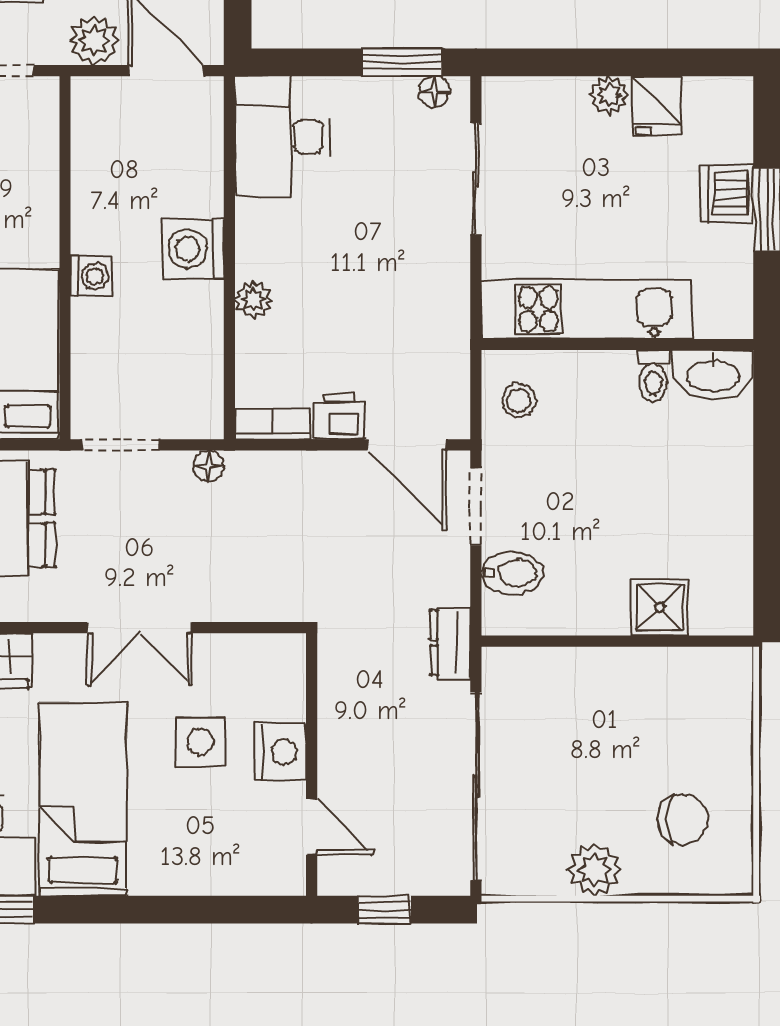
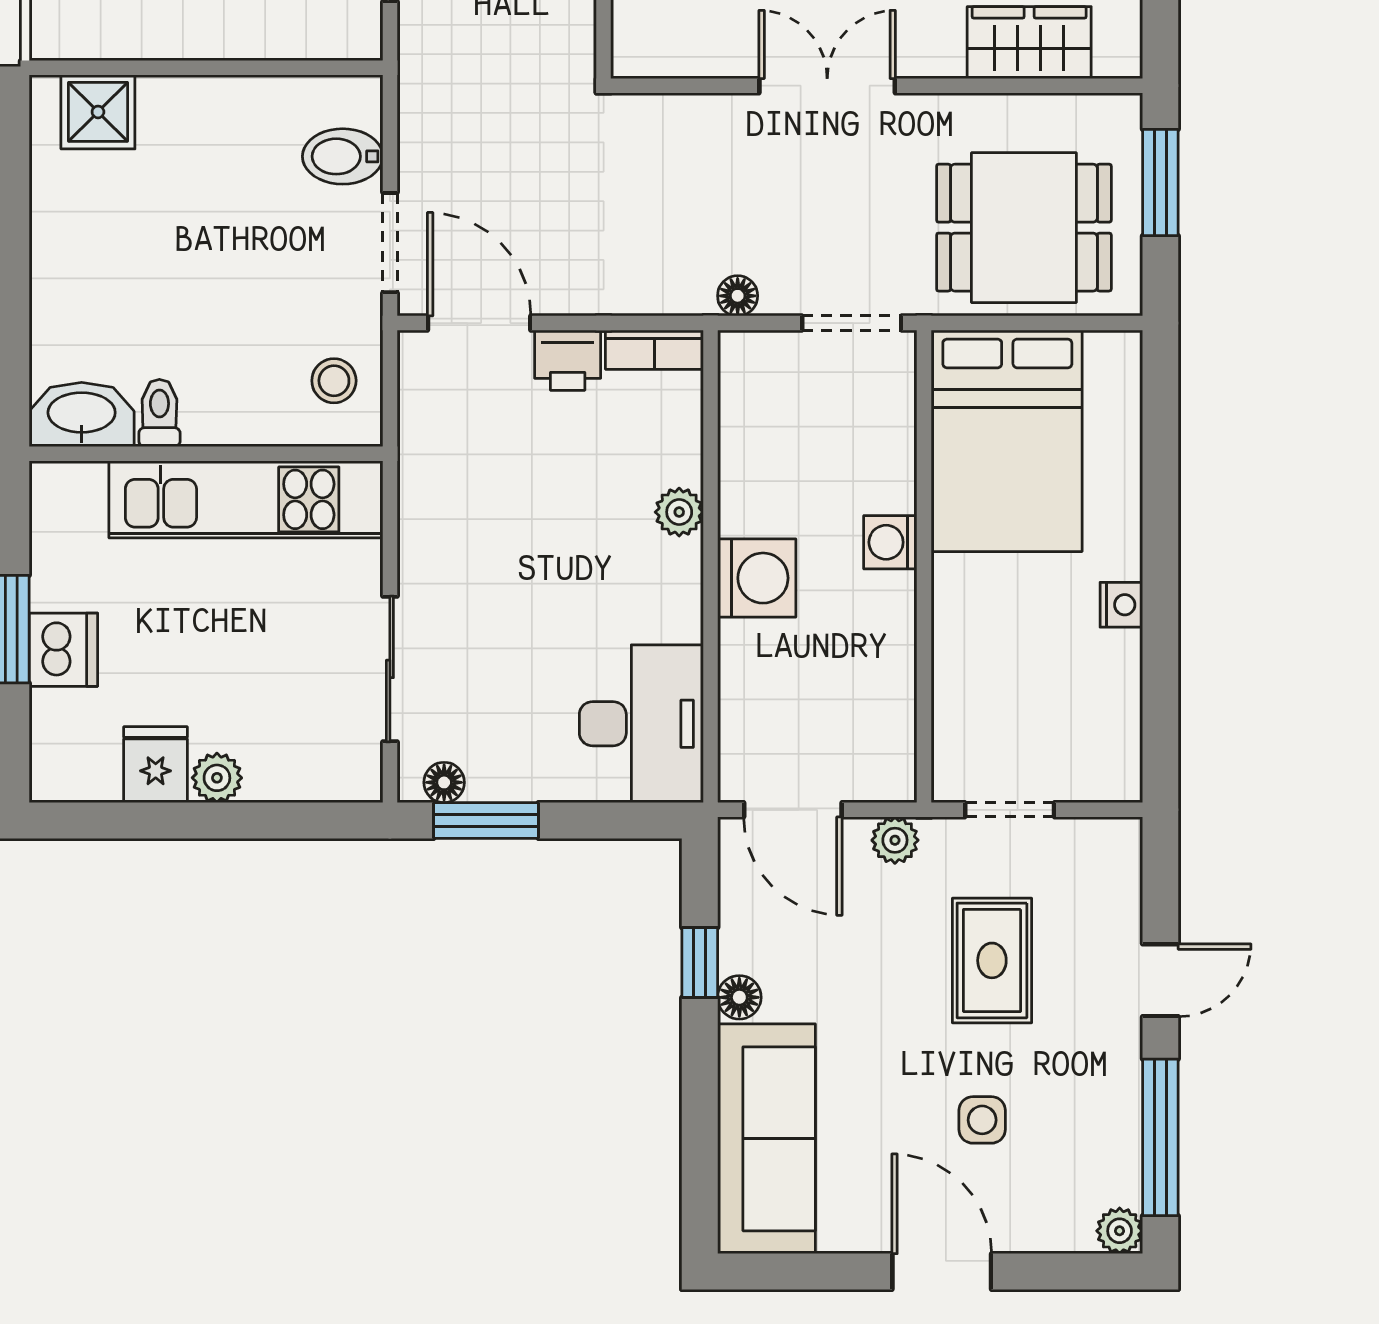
plant: (94, 40) -> (895, 840), width x0.73, depth x0.73
shower: (660, 607) -> (98, 112), moved
dresser: (450, 643) -> (423, 66), removed

